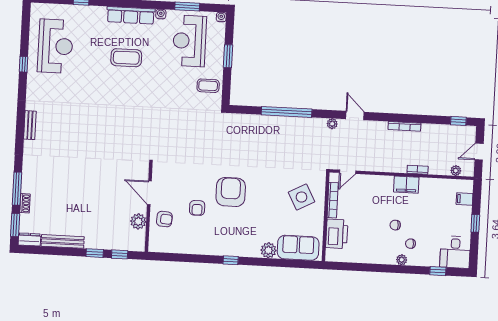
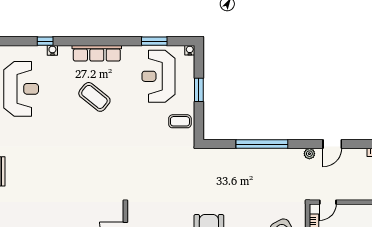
water cooler: (161, 14) -> (52, 50), moved
coffee table: (126, 58) -> (94, 97), turned 39
door: (355, 116) -> (332, 144), swing flipped

